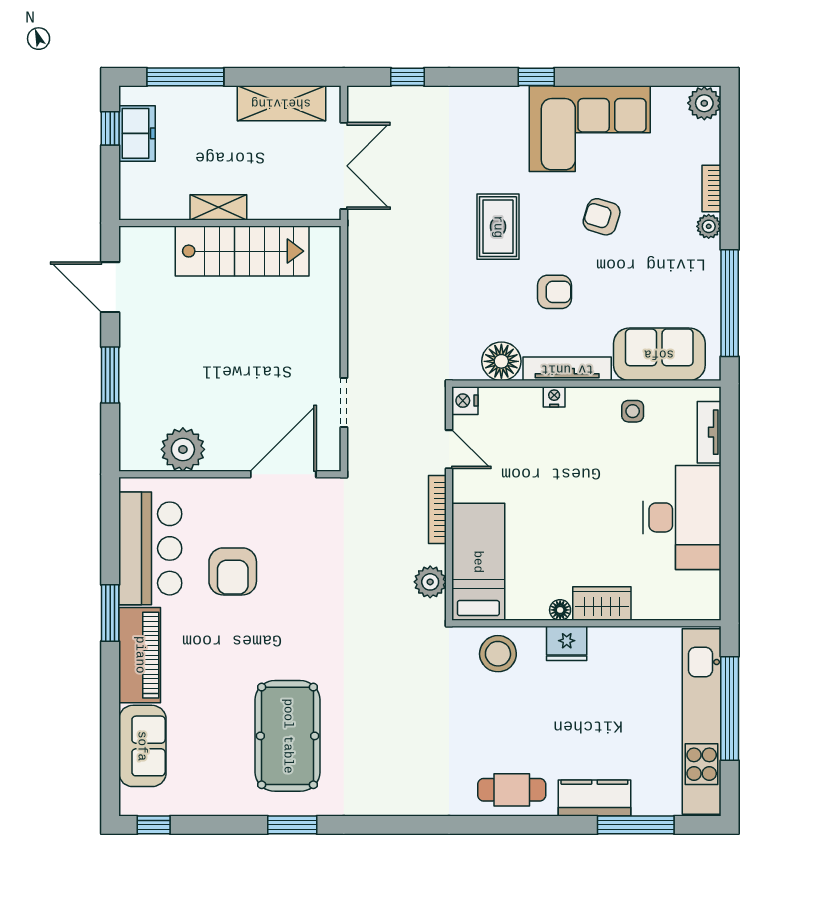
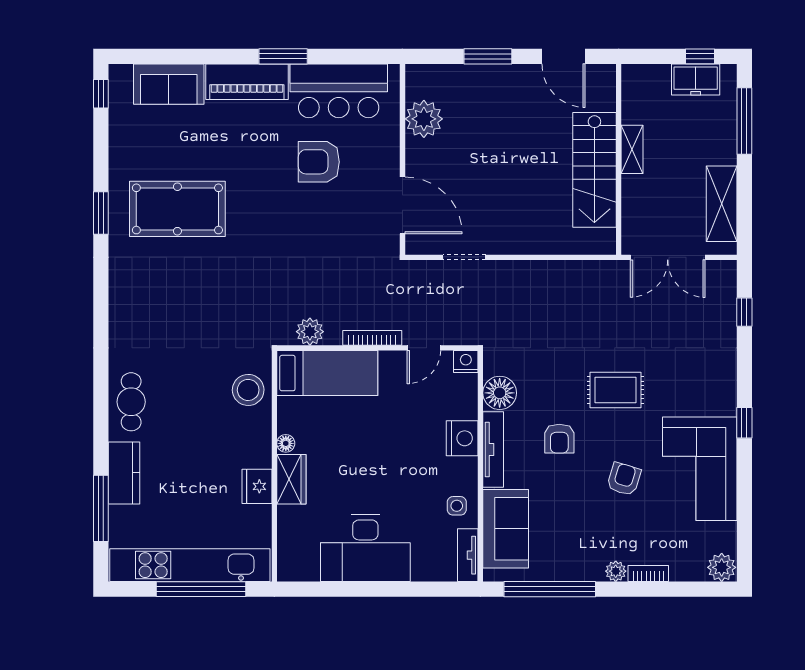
door: (110, 287) -> (563, 56), swing flipped
nightstand: (554, 397) -> (462, 438), width x1.89, depth x1.79
tv unit: (709, 432) -> (468, 555), moved, turned -90
fridge: (567, 643) -> (257, 486), moved

